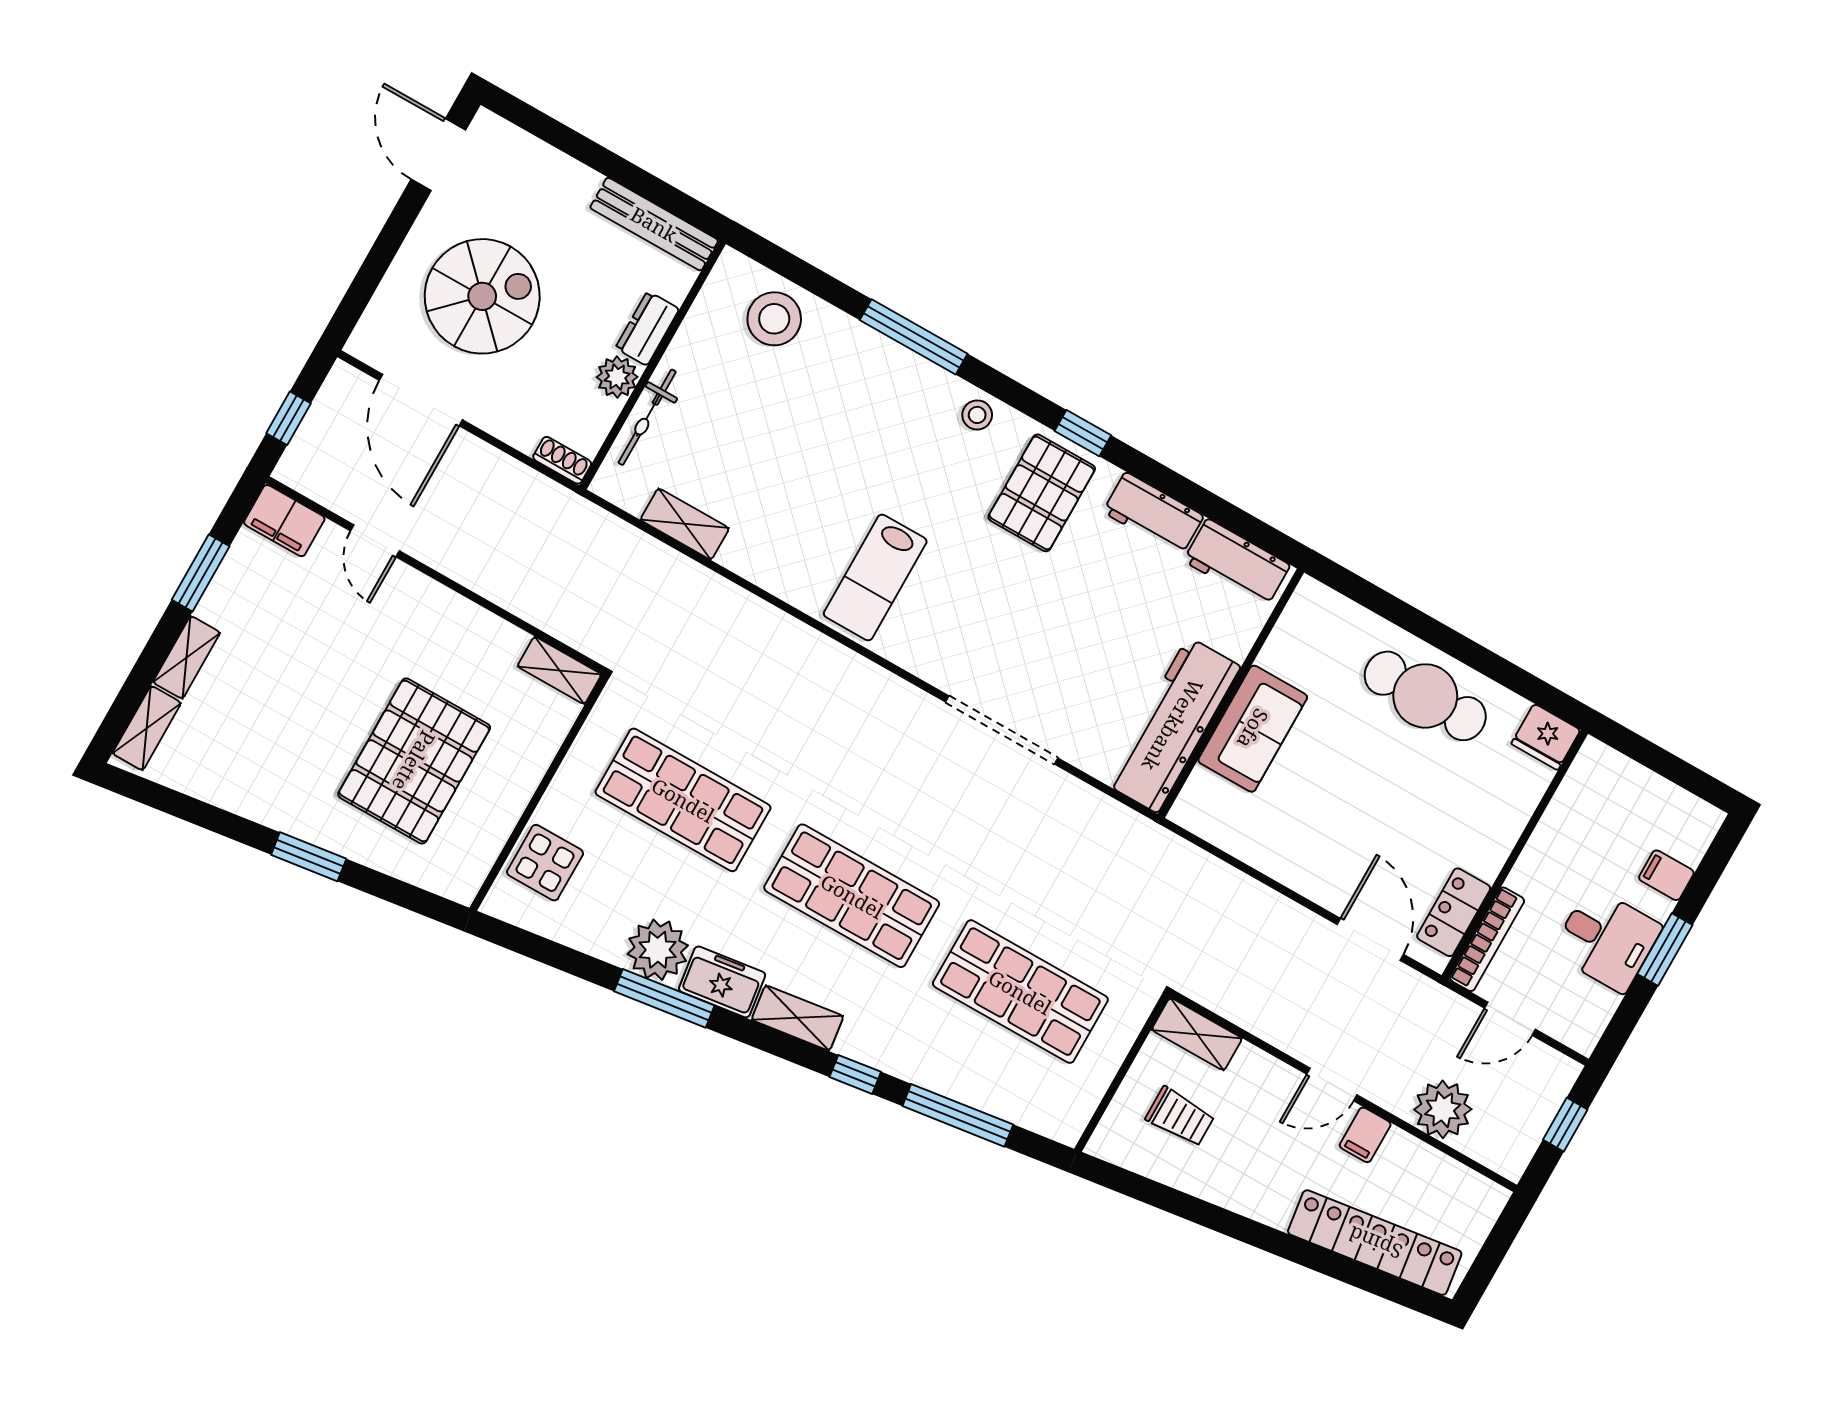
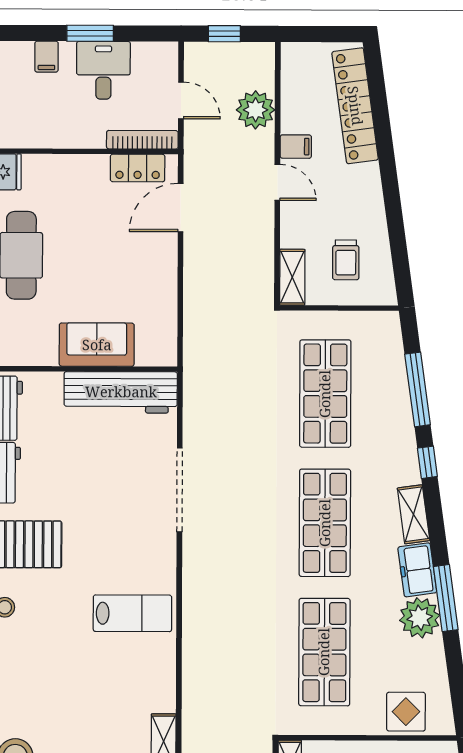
trolley: (1180, 1117) -> (346, 260), turned 180

